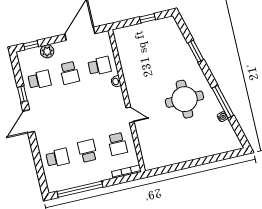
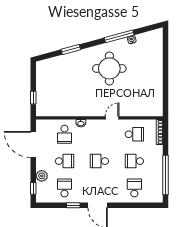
window: (148, 18) -> (33, 98), moved
school desk: (100, 66) -> (64, 134), turned 180
school desk: (79, 112) -> (99, 161), added

